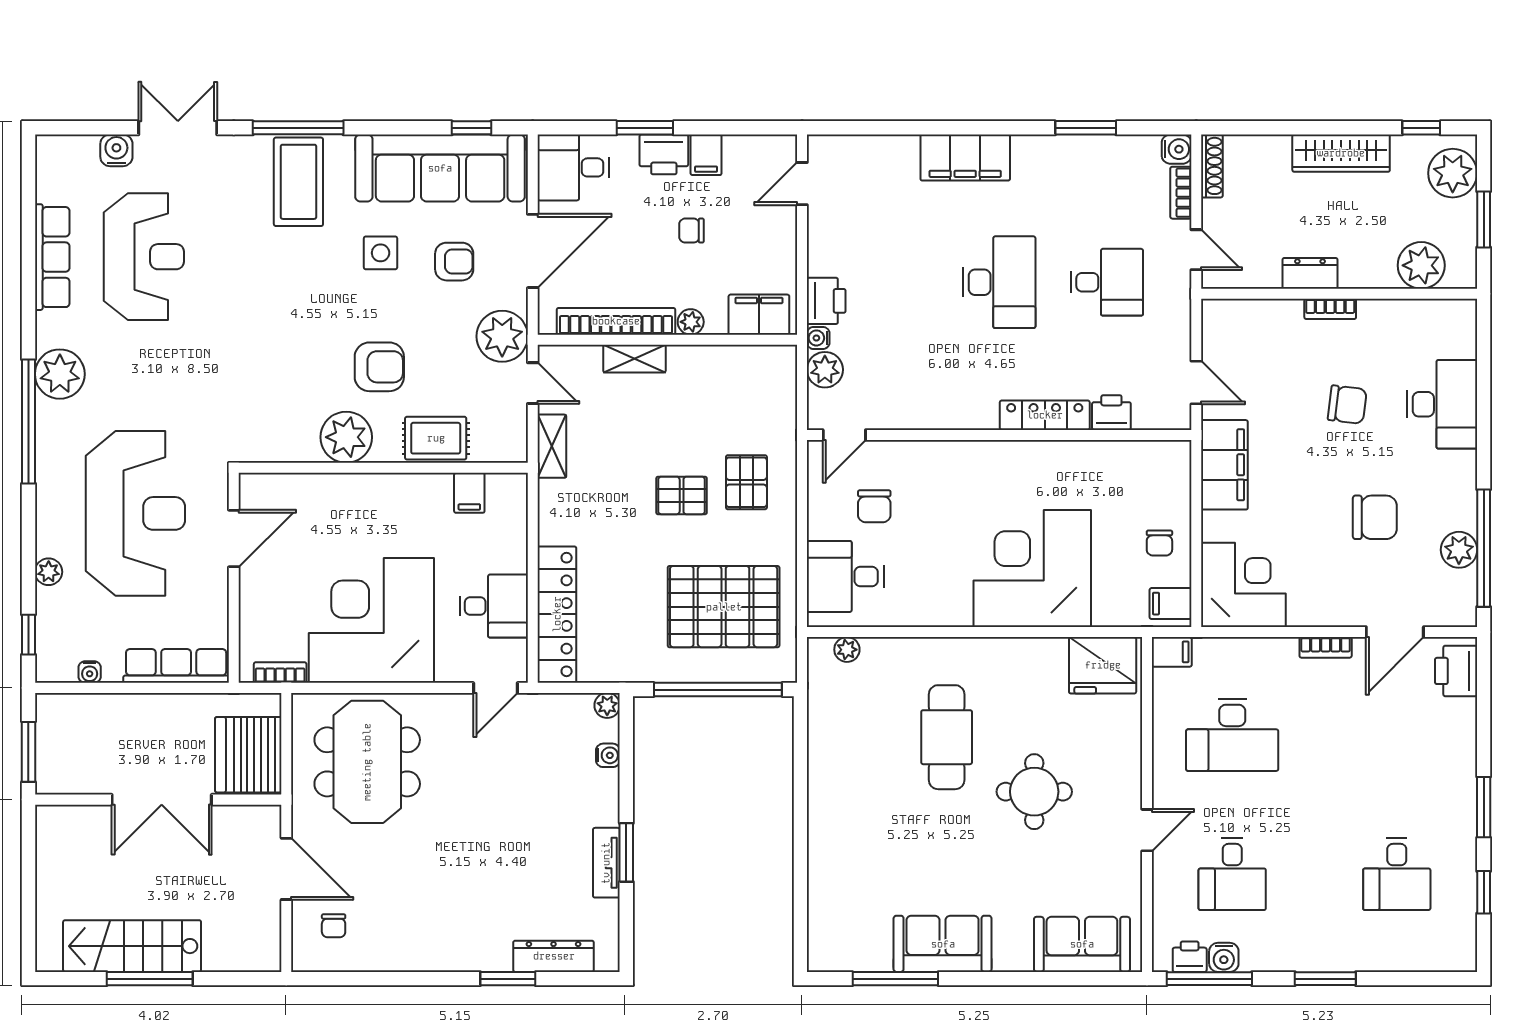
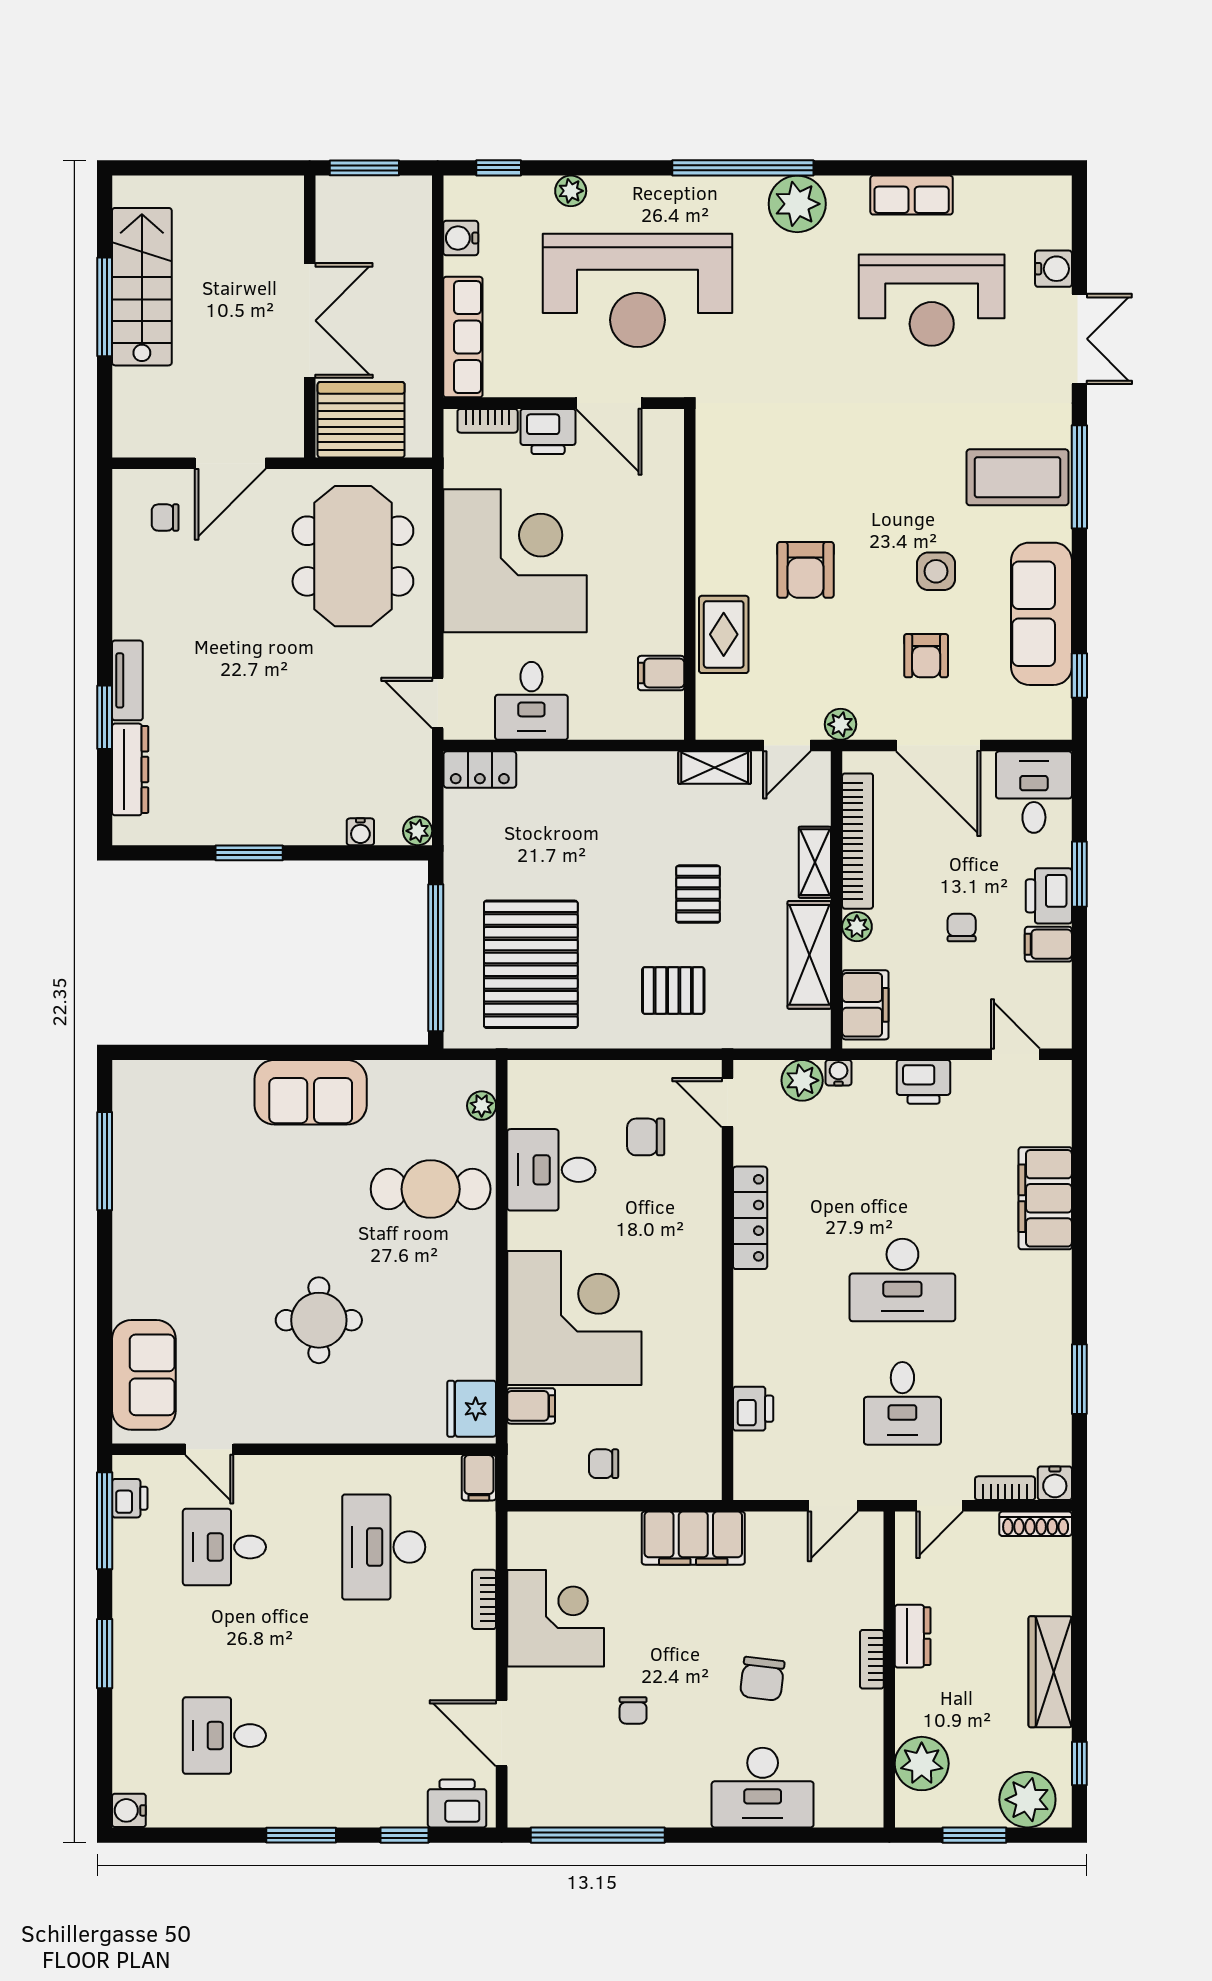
filing cabinet: (965, 158) -> (1045, 1198), moved
sofa: (440, 168) -> (1041, 614), width x0.74, depth x0.79
row of seats: (52, 257) -> (912, 195), width x0.68
printer: (826, 301) -> (923, 1082), moved
plant: (502, 336) -> (840, 724), width x0.53, depth x0.53
shelving: (715, 363) -> (809, 955), added
door: (1196, 382) -> (833, 1506), moved
locker: (1045, 415) -> (750, 1218), moved
plant: (346, 437) -> (725, 532), removed
pallet: (682, 495) -> (698, 894), moved
chair: (1375, 517) -> (633, 1710), width x0.54, depth x0.54
plant: (1459, 550) -> (596, 1807), removed
desk: (845, 576) -> (551, 1170), moved, turned -90
corner desk: (1243, 585) -> (556, 1618), moved, turned -90
printer: (259, 592) -> (548, 432), added
filing cabinet: (1171, 604) -> (531, 1406), moved, turned 90
locker: (557, 614) -> (480, 770), width x0.46, depth x0.83
bookcase: (1326, 647) -> (484, 1599), moved
fridge: (1103, 665) -> (472, 1409), width x0.73, depth x0.75
water cooler: (90, 672) -> (461, 238), width x1.38, depth x1.38
bookcase: (280, 673) -> (488, 421), moved, turned 90
cafe table: (947, 737) -> (431, 1189), moved
meeting table: (367, 762) -> (353, 556), turned 90
double door: (162, 800) -> (310, 321), swing flipped
door: (1147, 830) -> (209, 1449), moved
tv unit: (606, 863) -> (127, 680), moved, turned 90
window: (1484, 892) -> (405, 1835), moved
sofa: (943, 944) -> (311, 1092), moved, turned 90
water cooler: (1224, 957) -> (129, 1810), moved

